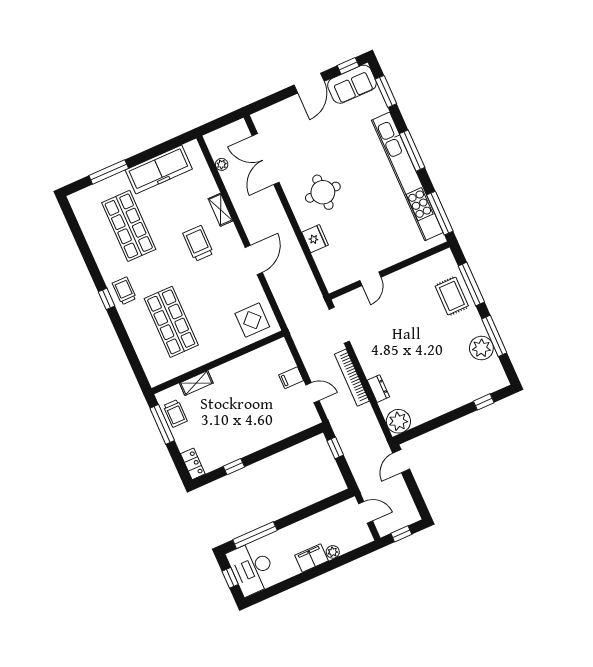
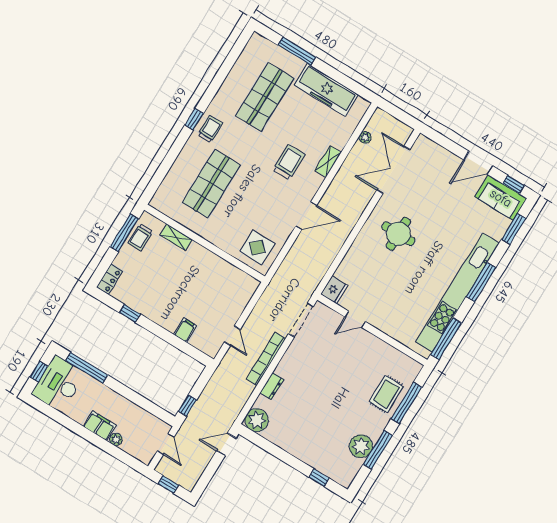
fridge: (315, 239) -> (334, 290), moved
filing cabinet: (291, 378) -> (185, 330), moved, turned 90
window: (335, 448) -> (188, 406), moved

